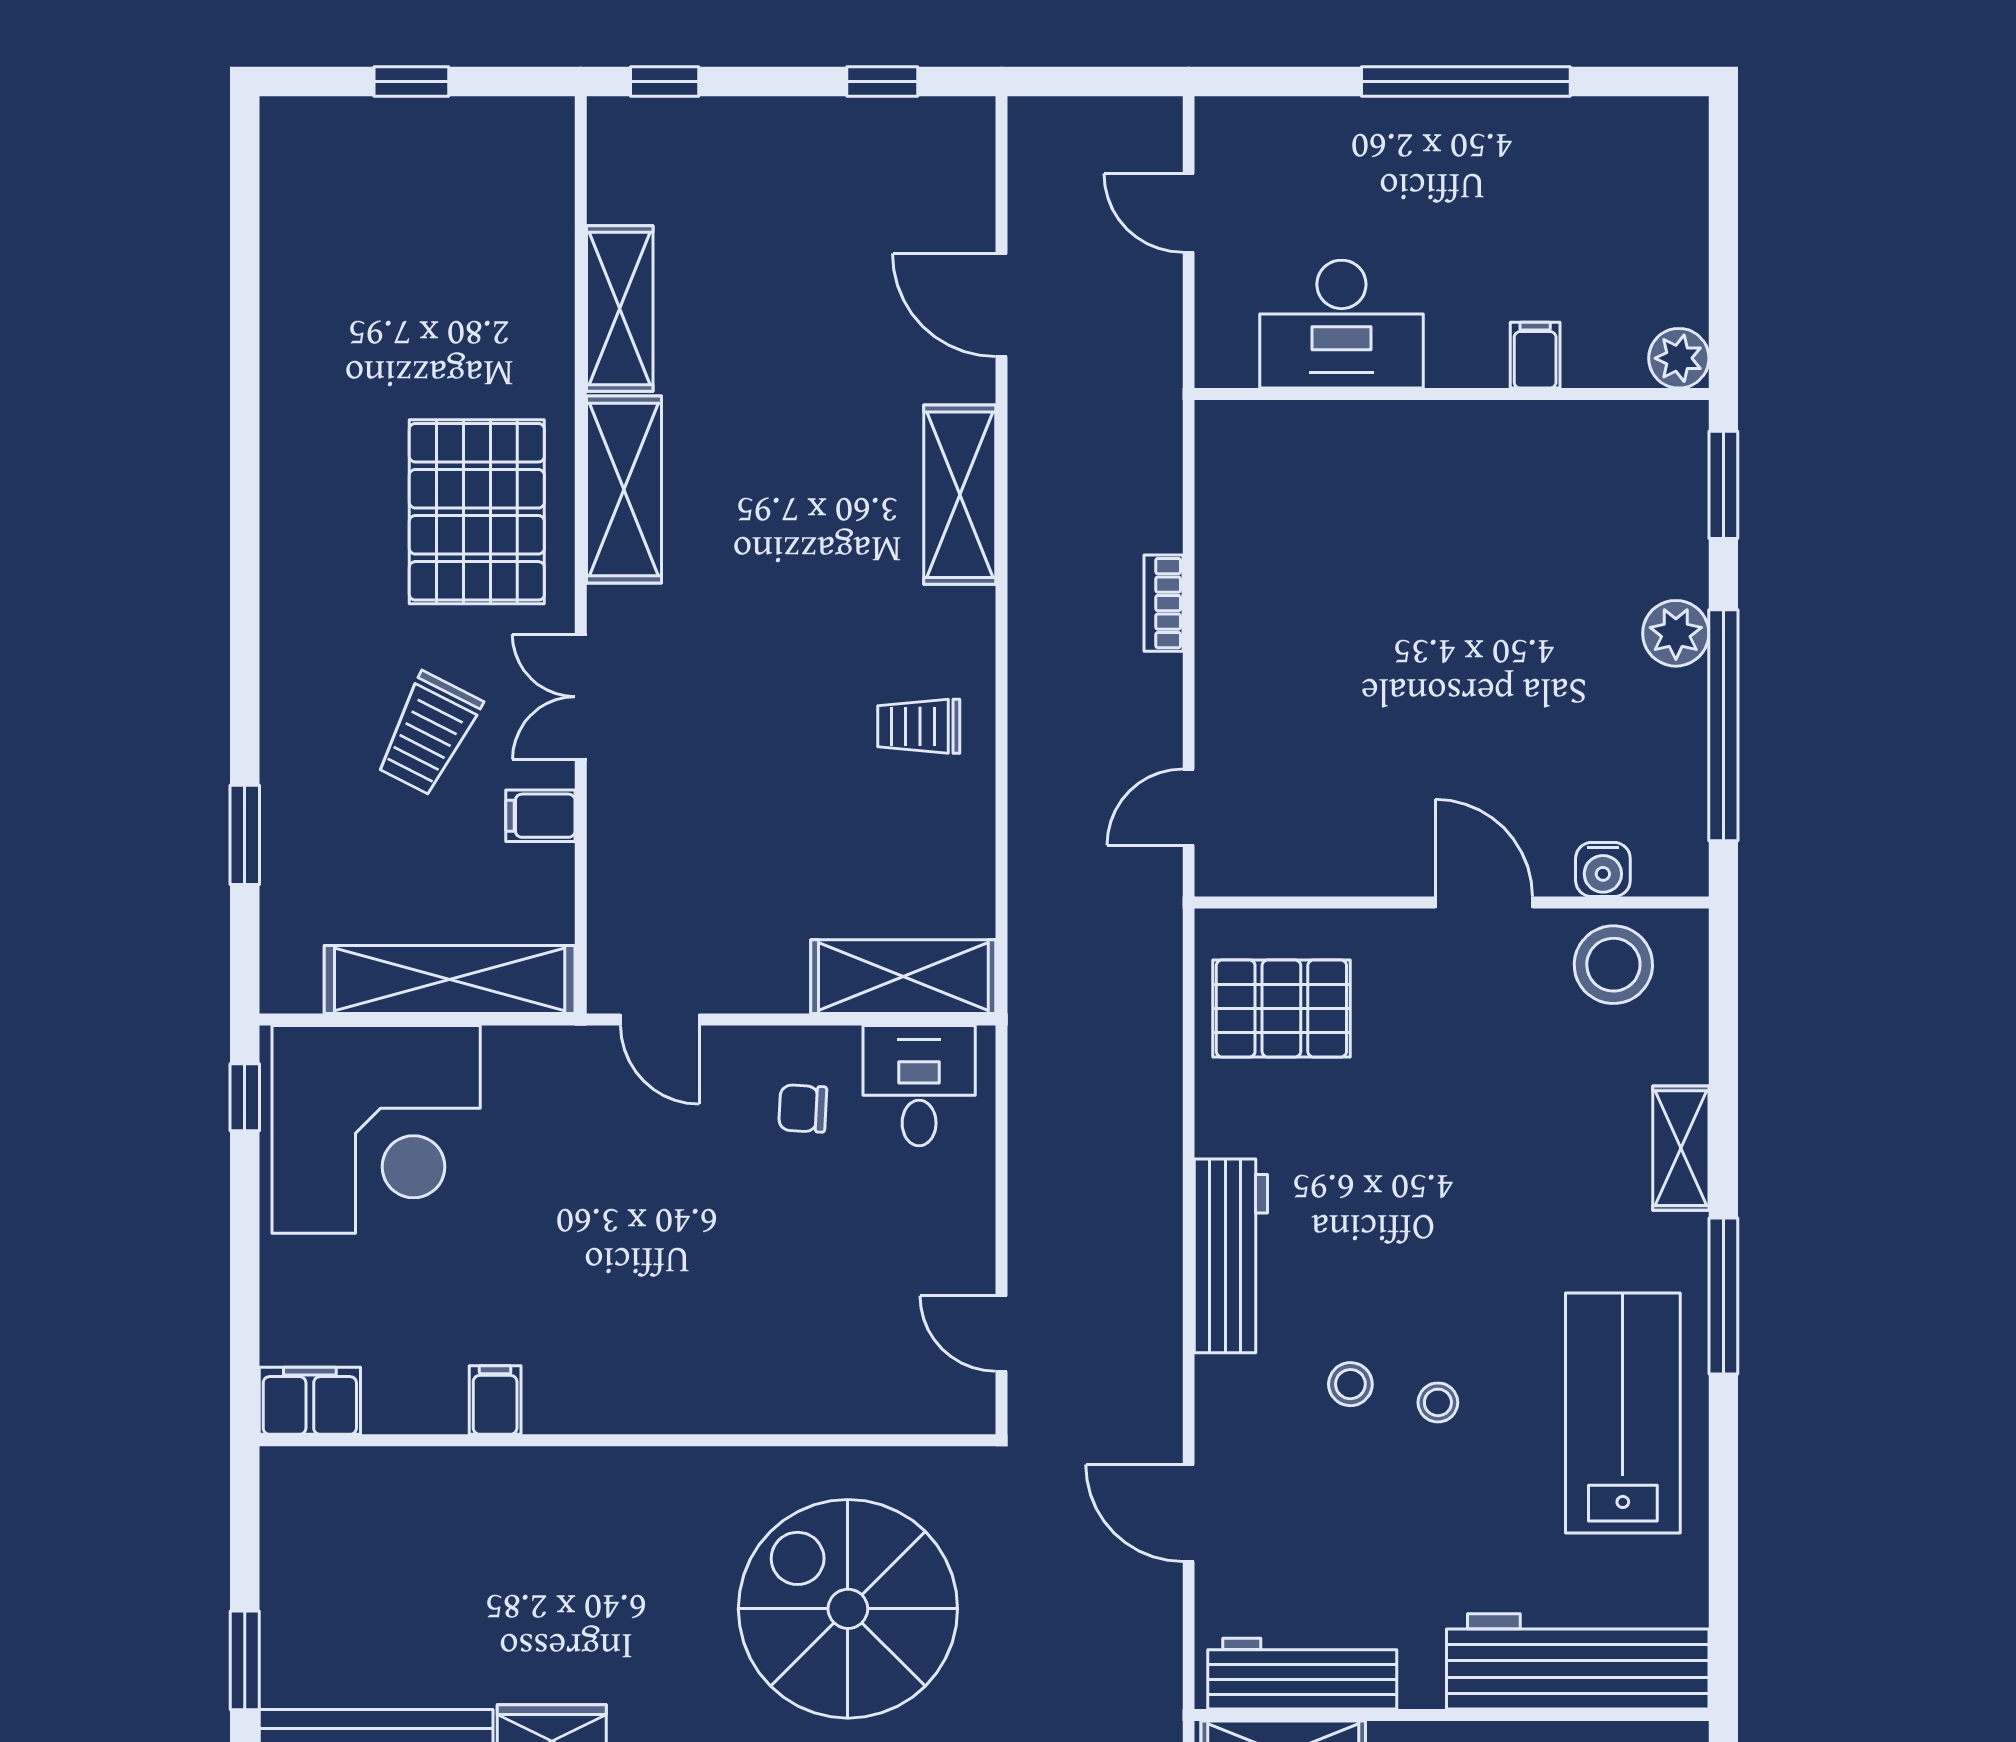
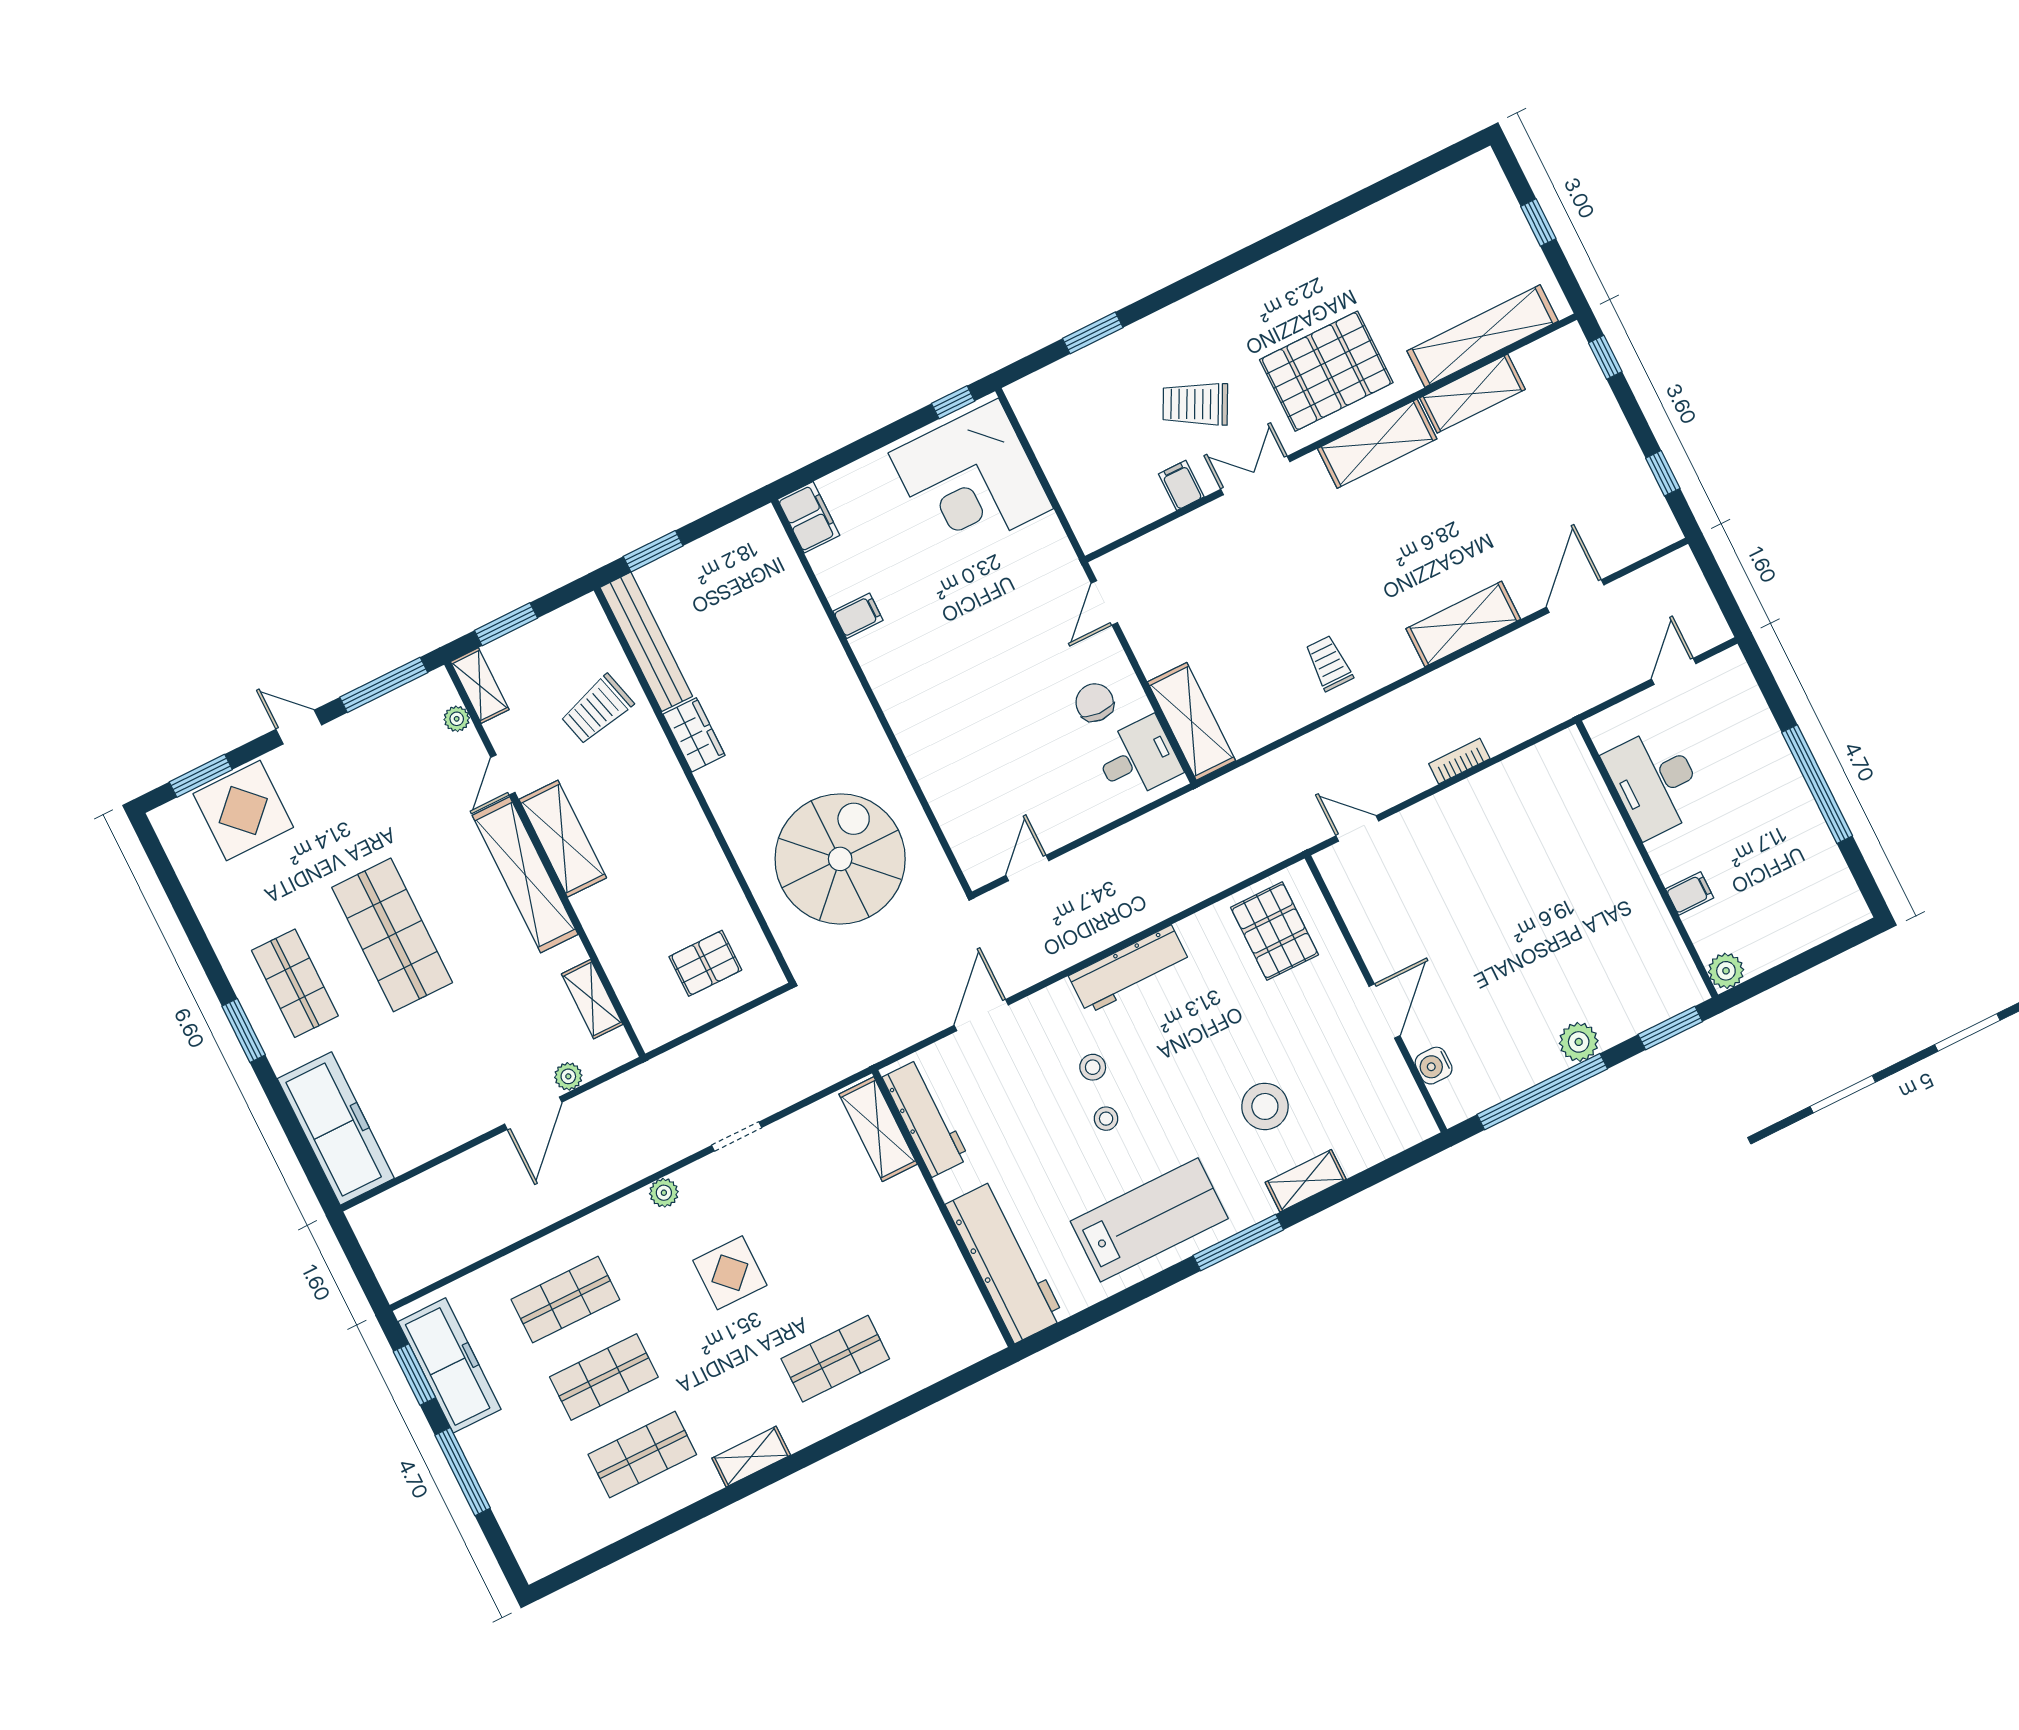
stool: (1613, 965) -> (1265, 1106), moved
shelving: (450, 979) -> (1483, 336), moved, turned 90
chair: (803, 1108) -> (1095, 703), width x1.37, depth x1.37

